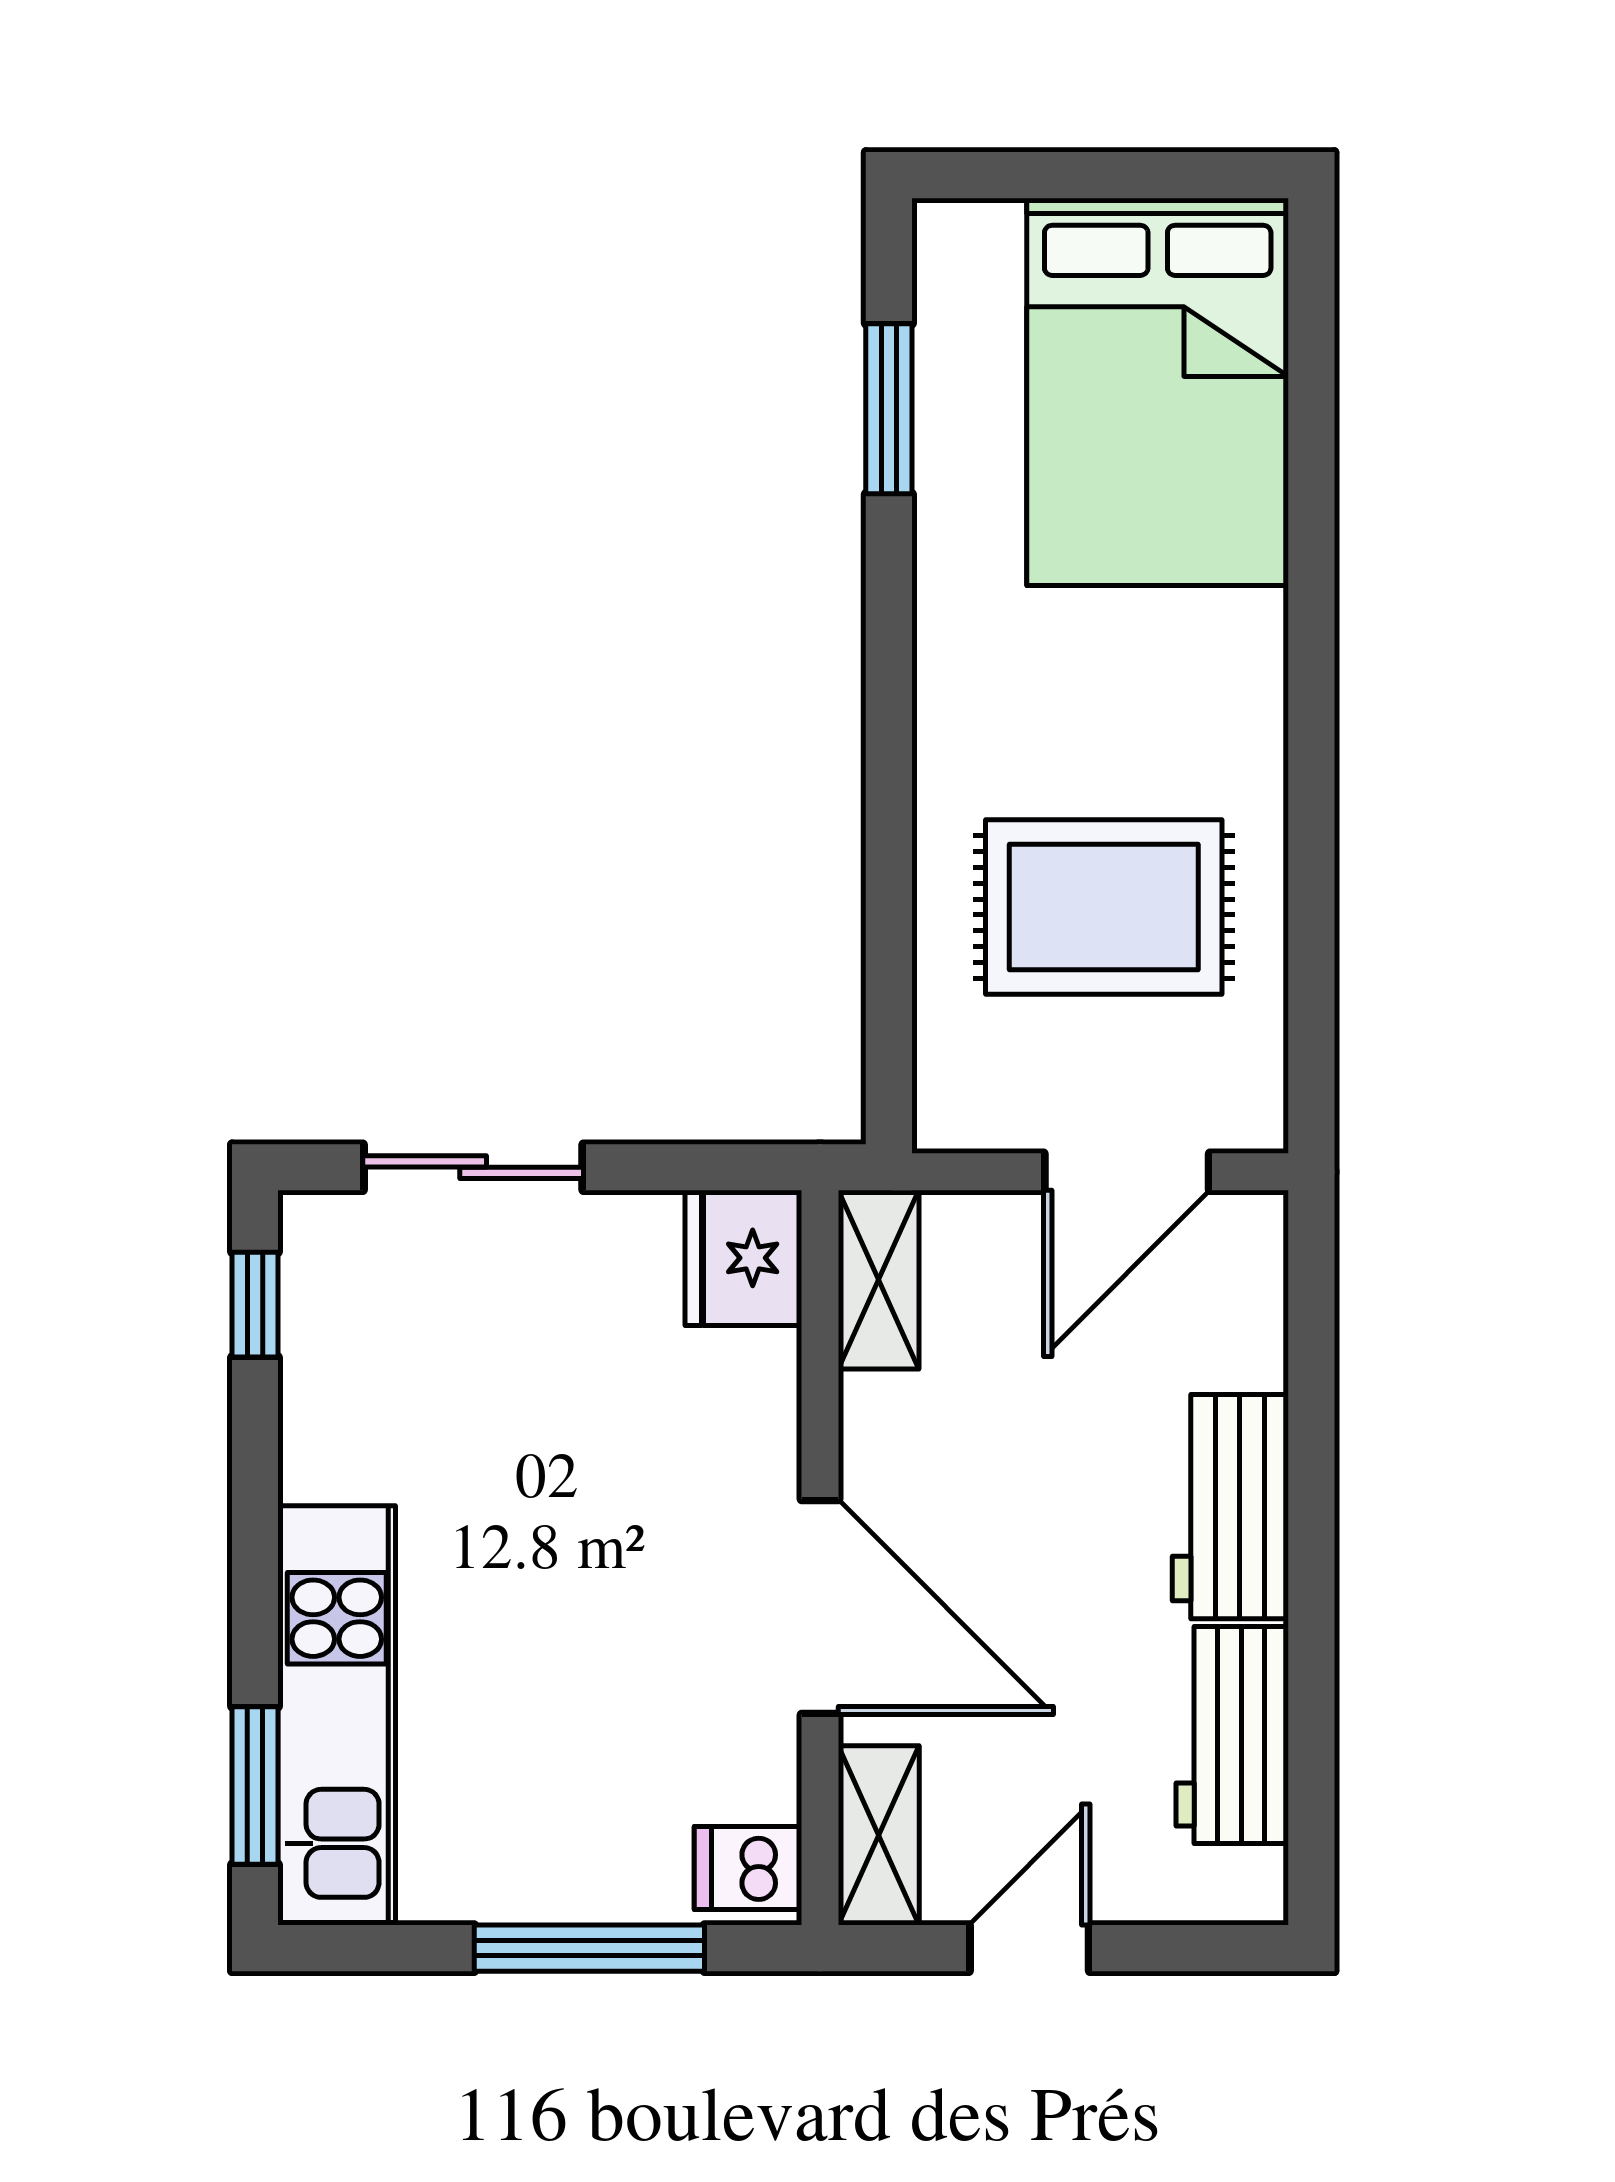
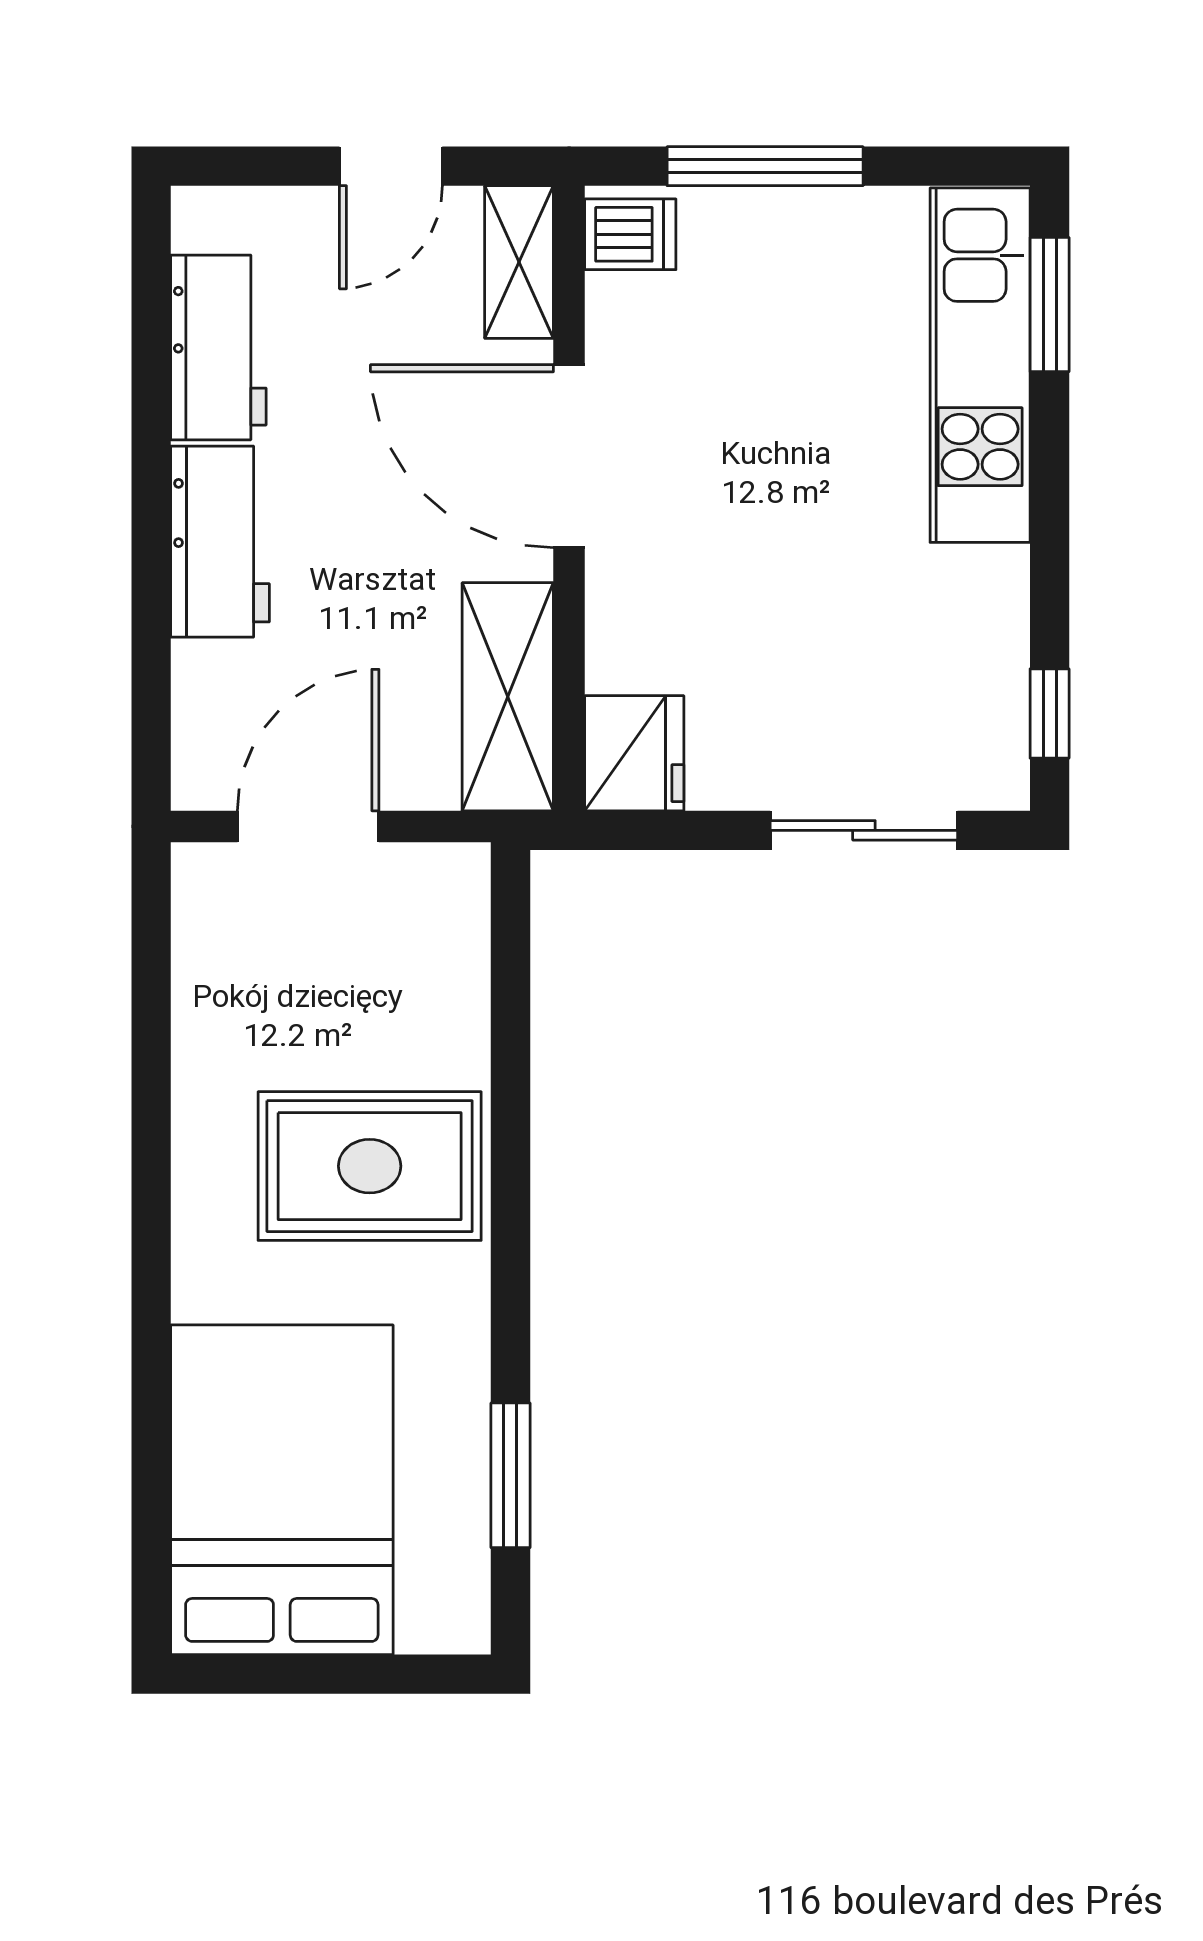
rug: (1104, 907) -> (370, 1166), moved
shelving: (879, 1280) -> (508, 697), width x1.50, depth x1.33

